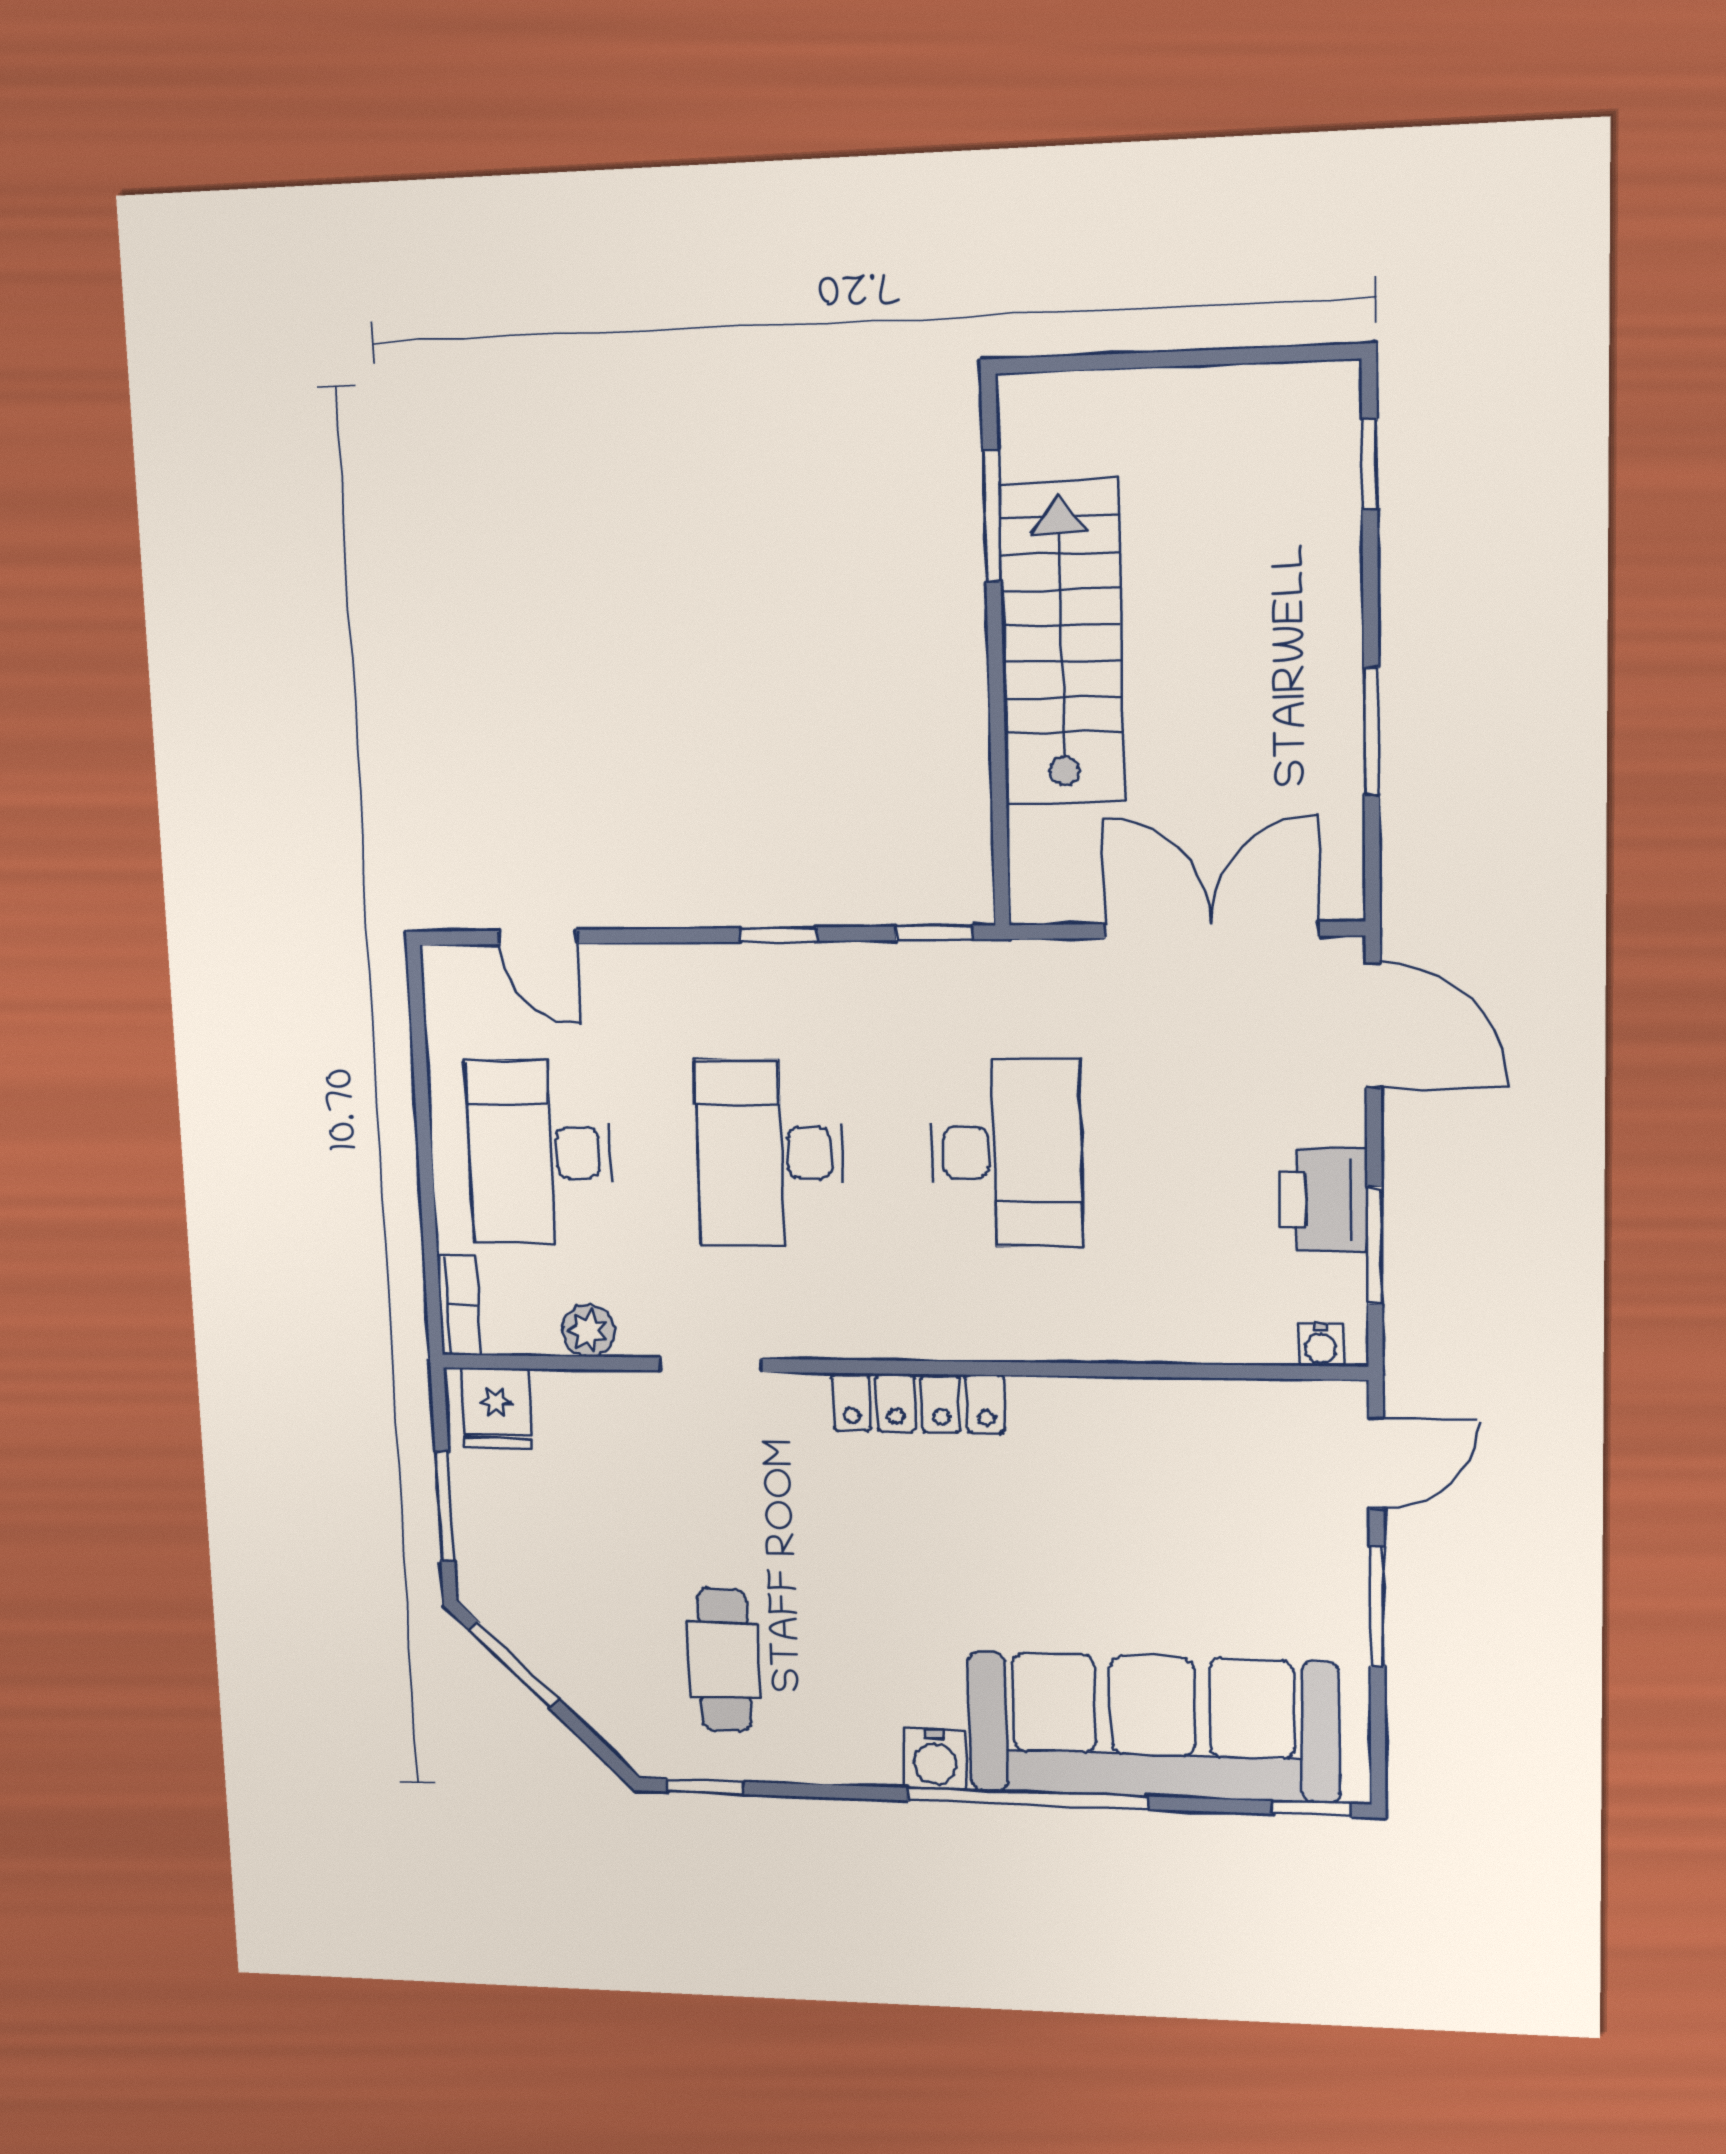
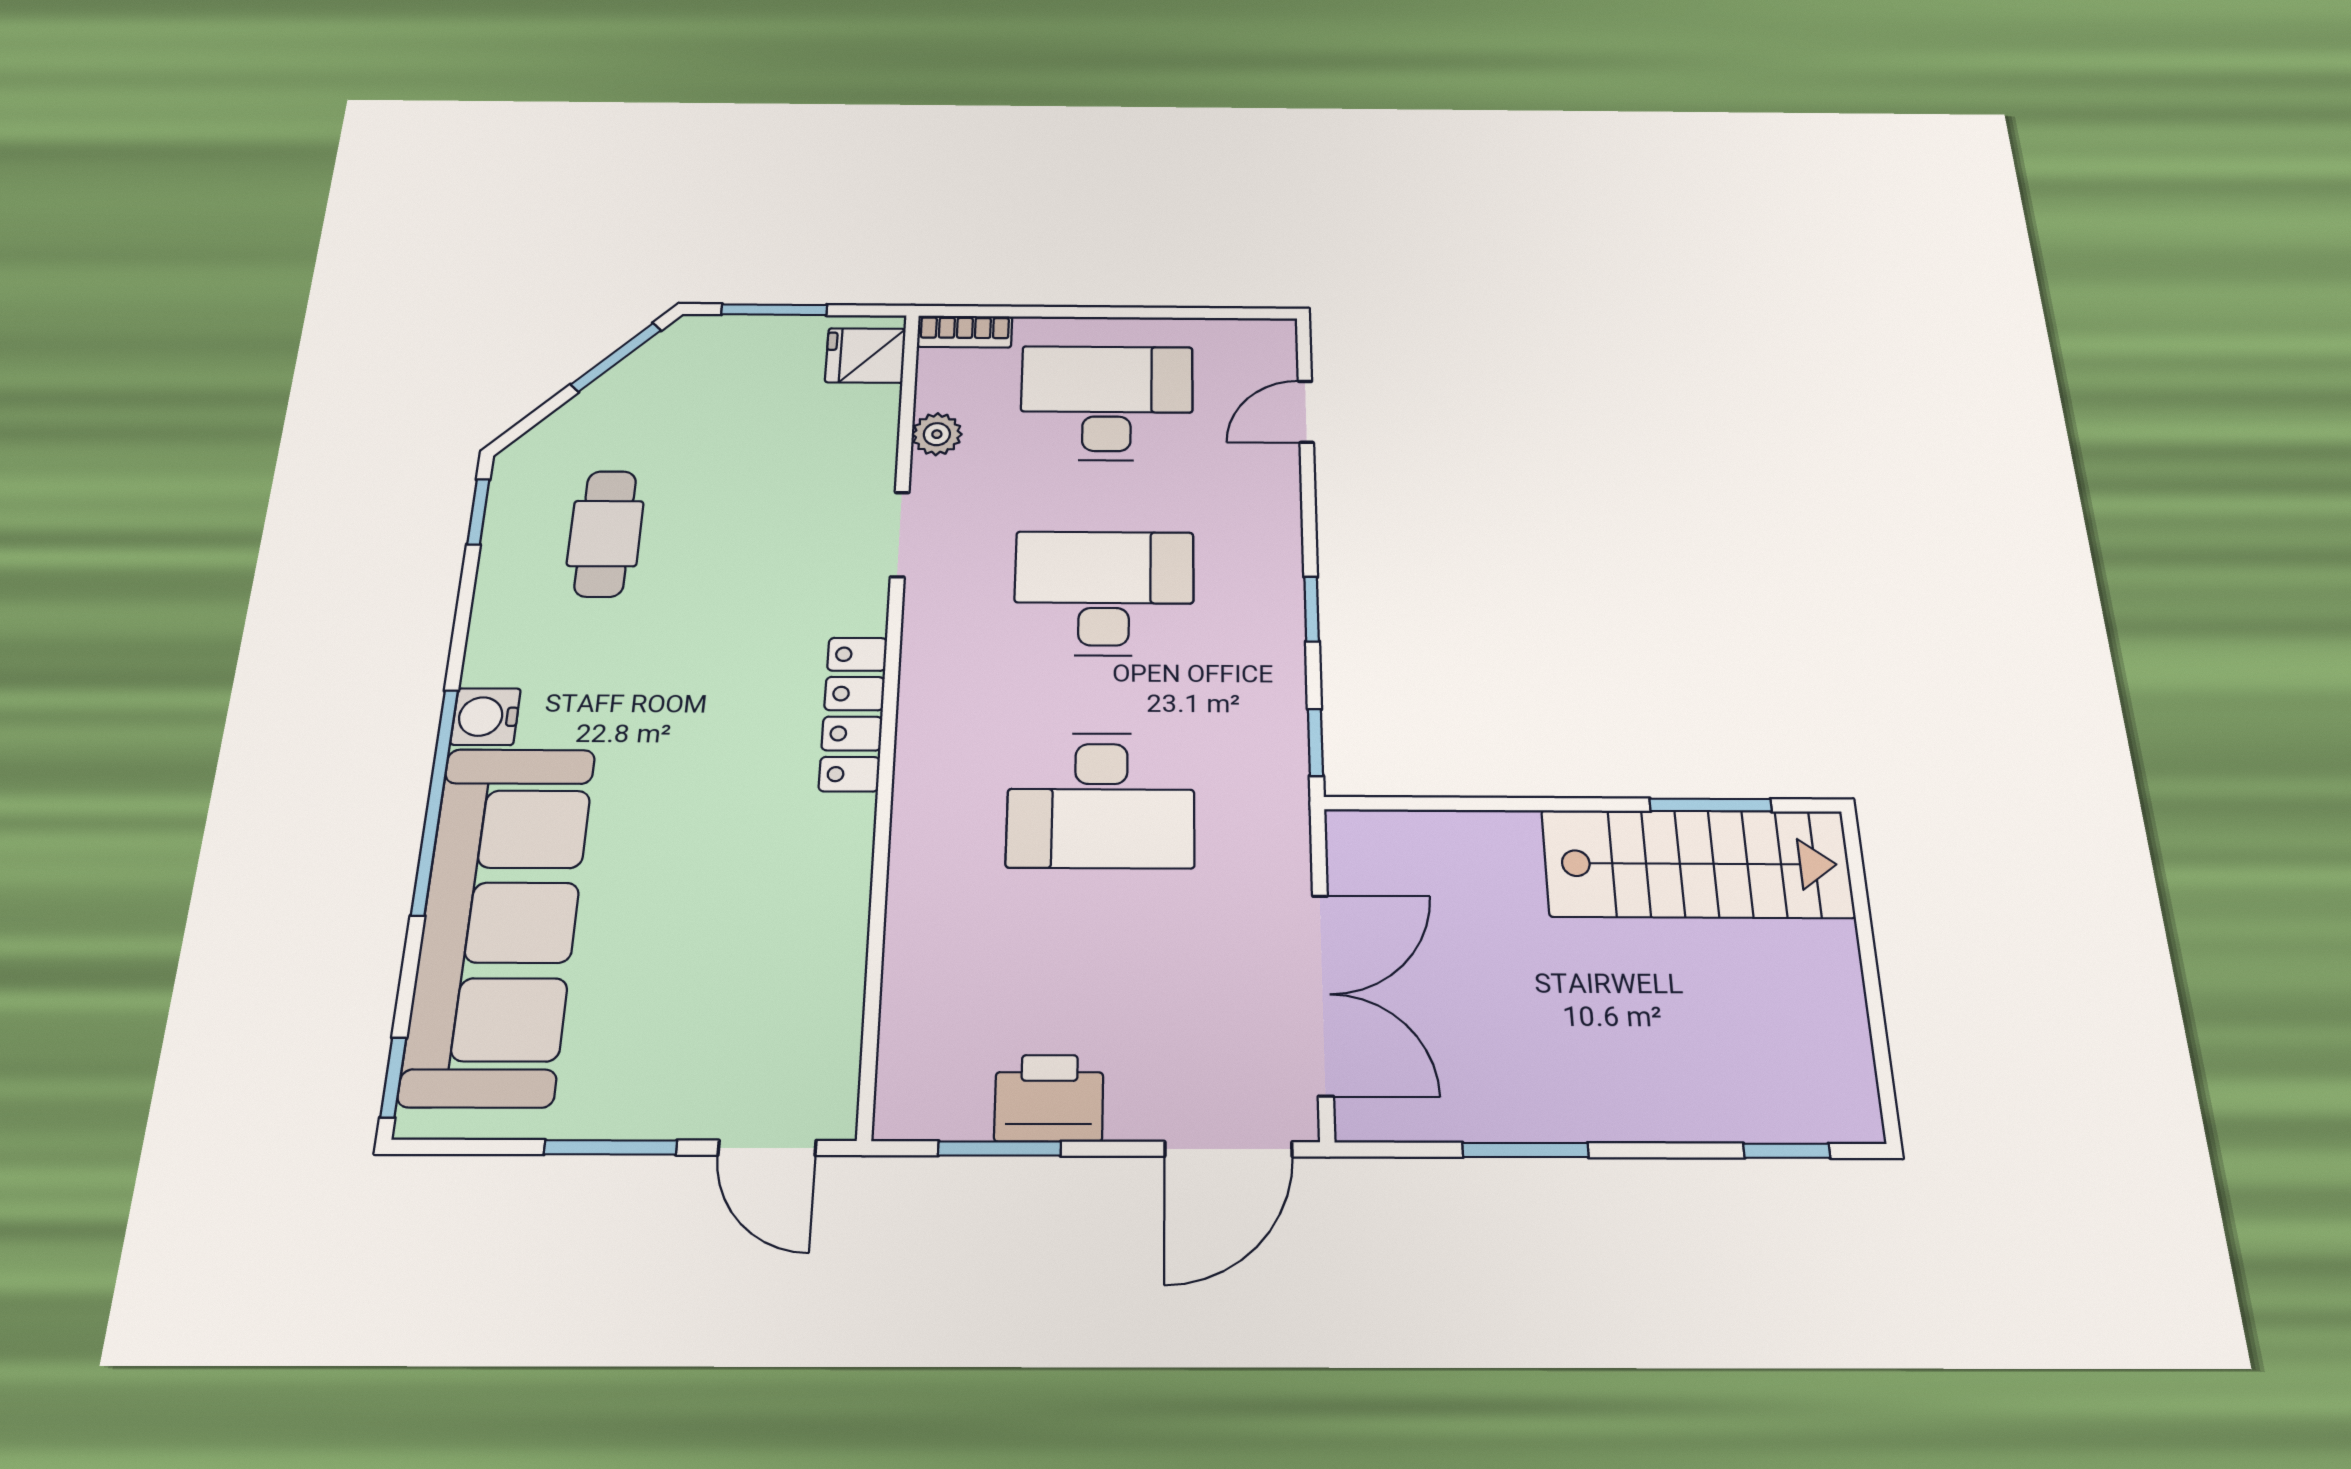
stairs: (1062, 643) -> (1697, 864), moved
water cooler: (1321, 1344) -> (897, 1094), removed
cafe table: (724, 1660) -> (605, 533), turned 90

